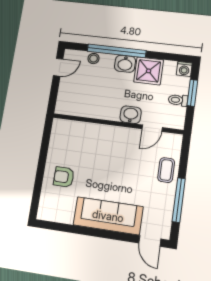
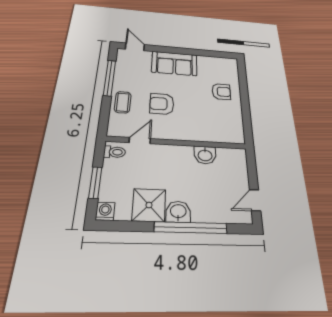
stool: (94, 59) -> (217, 215), removed
toilet: (178, 100) -> (115, 152), moved
washbasin: (131, 115) -> (205, 155), moved
armchair: (127, 166) -> (162, 104), added
sofa: (108, 216) -> (174, 63), width x0.73

